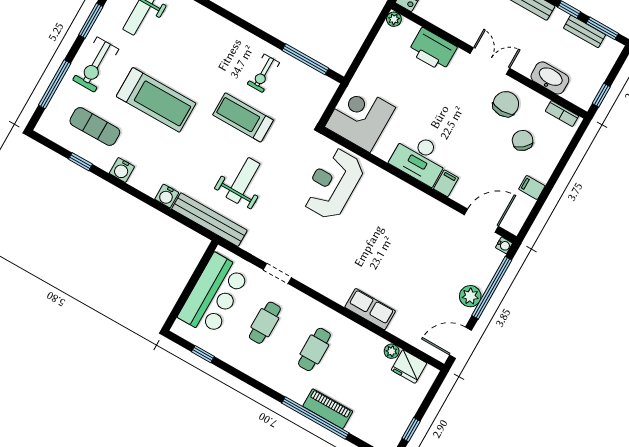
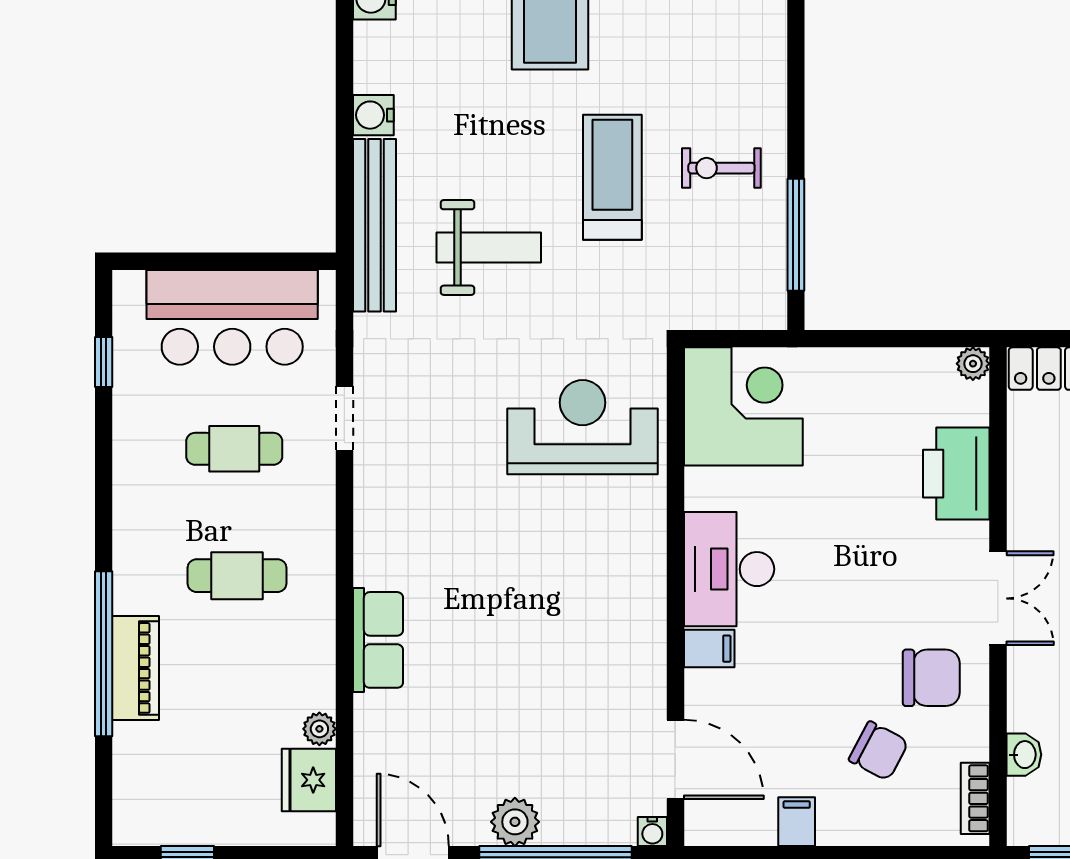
washbasin: (550, 78) -> (1024, 755), width x0.52, depth x0.69
chair: (523, 140) -> (879, 751), turned 69

